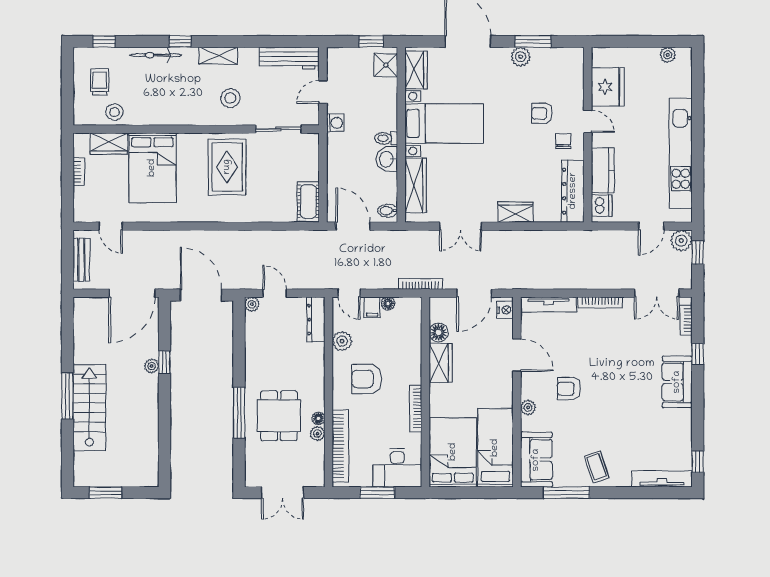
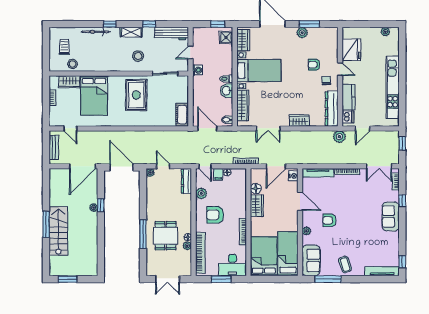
window: (104, 41) -> (149, 24), moved
door: (651, 226) -> (362, 128), moved
plant: (681, 241) -> (339, 137), moved

